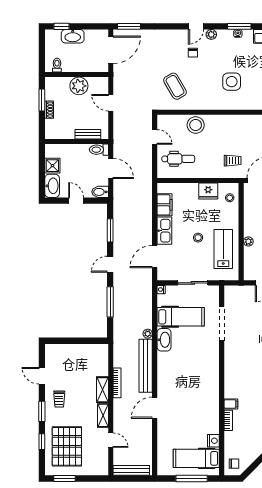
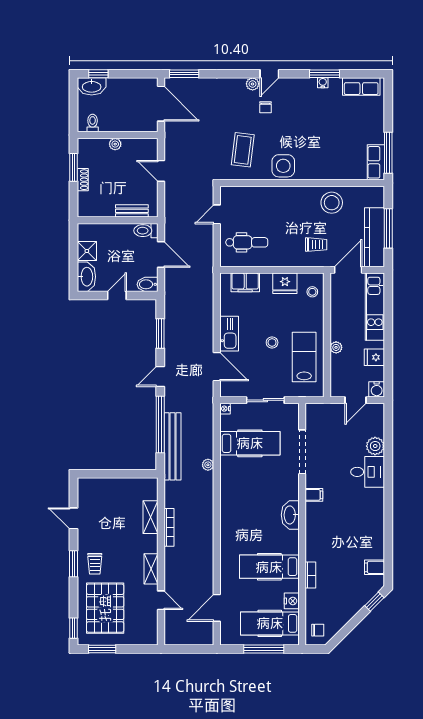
plant: (211, 34) -> (253, 84), moved
washbasin: (73, 36) -> (92, 86), moved
door: (111, 50) -> (161, 104), hinge flipped
side table: (232, 82) -> (283, 166), moved
plant: (79, 86) -> (115, 144), width x0.53, depth x0.53
coffee table: (175, 86) -> (243, 150), turned 37
stool: (196, 125) -> (332, 203), moved
door: (155, 137) -> (217, 214), swing flipped
door: (76, 201) -> (117, 295), hinge flipped
filing cabinet: (164, 205) -> (245, 282), moved, turned 90
door: (155, 257) -> (217, 367), swing flipped
window: (110, 302) -> (160, 424), width x1.46
washbasin: (164, 340) -> (290, 515), moved, turned 180
bench: (146, 366) -> (173, 446), moved
shelving: (103, 390) -> (151, 517), moved
trolley: (59, 399) -> (95, 564), moved
filing cabinet: (231, 404) -> (314, 495), moved
door: (155, 408) -> (217, 608), moved
hospital bed: (196, 414) -> (269, 567), added
window: (42, 442) -> (73, 628), moved
bench: (131, 470) -> (187, 639), removed

